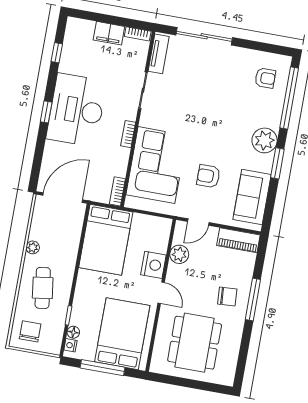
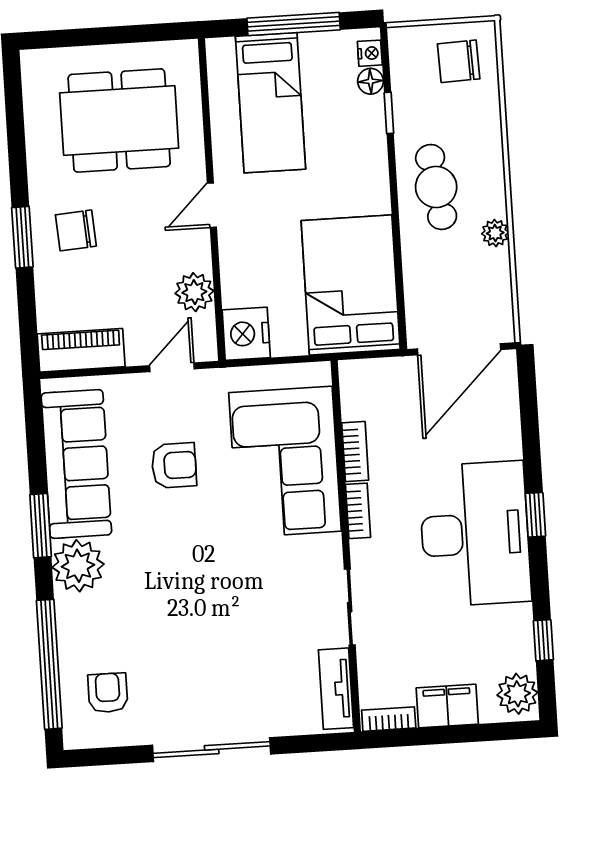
plant: (75, 31) -> (517, 694), added
sliding door: (204, 36) -> (212, 750), moved
armchair: (265, 78) -> (108, 693), turned 90
bookcase: (117, 191) -> (355, 452), moved
sofa: (252, 197) -> (76, 464), width x1.36
nightstand: (153, 265) -> (246, 334), moved
cafe table: (43, 288) -> (436, 187), moved
door: (161, 293) -> (212, 205), hinge flipped
window: (253, 299) -> (22, 237), width x0.69
chair: (30, 331) -> (459, 61), turned 88
bed: (122, 334) -> (270, 103), width x0.67
dining table: (195, 343) -> (119, 120), turned 90

